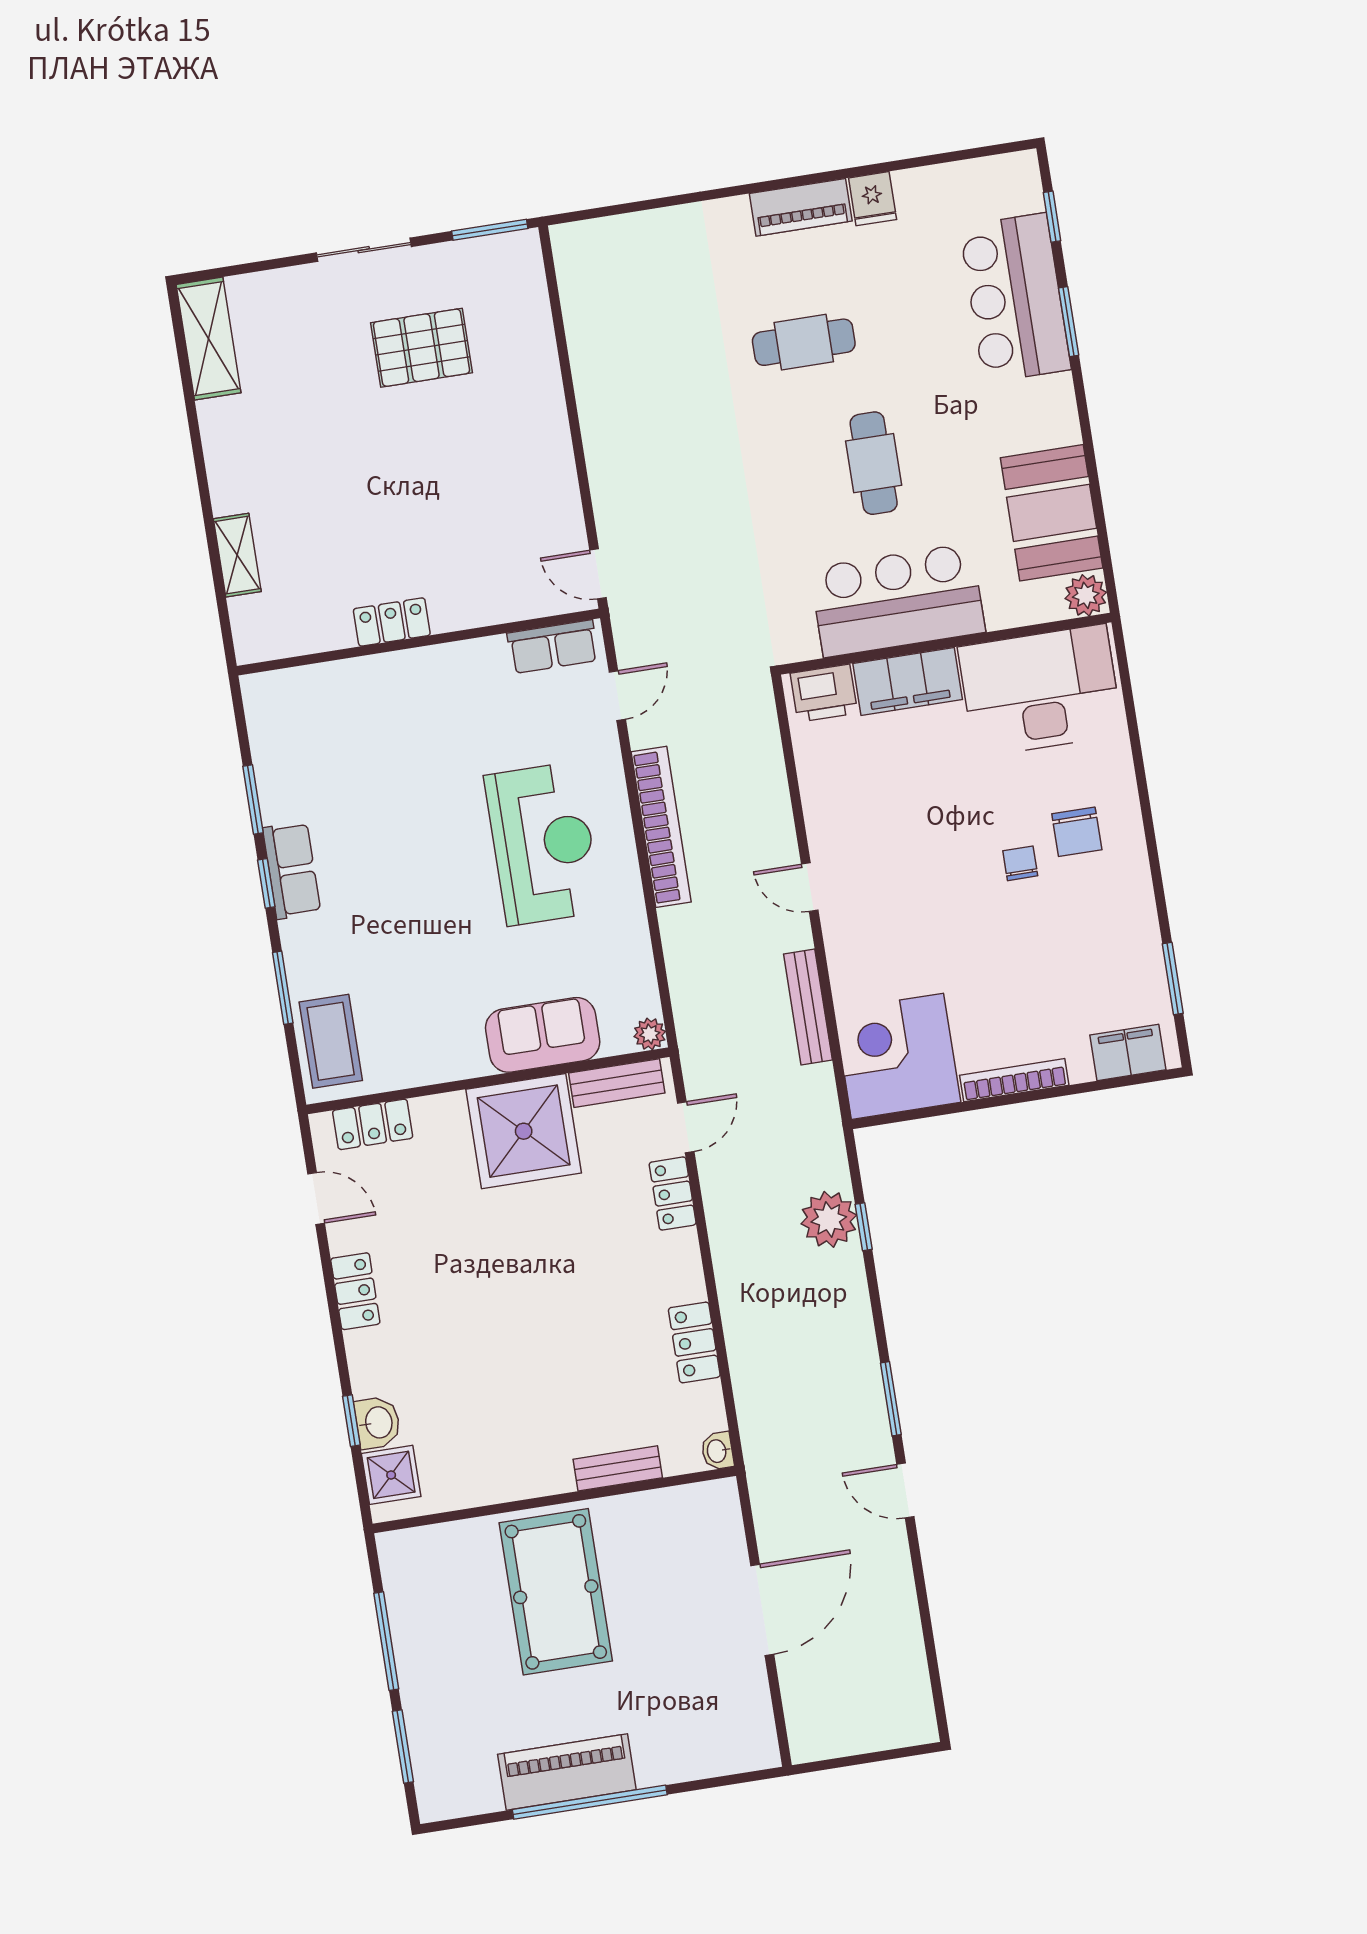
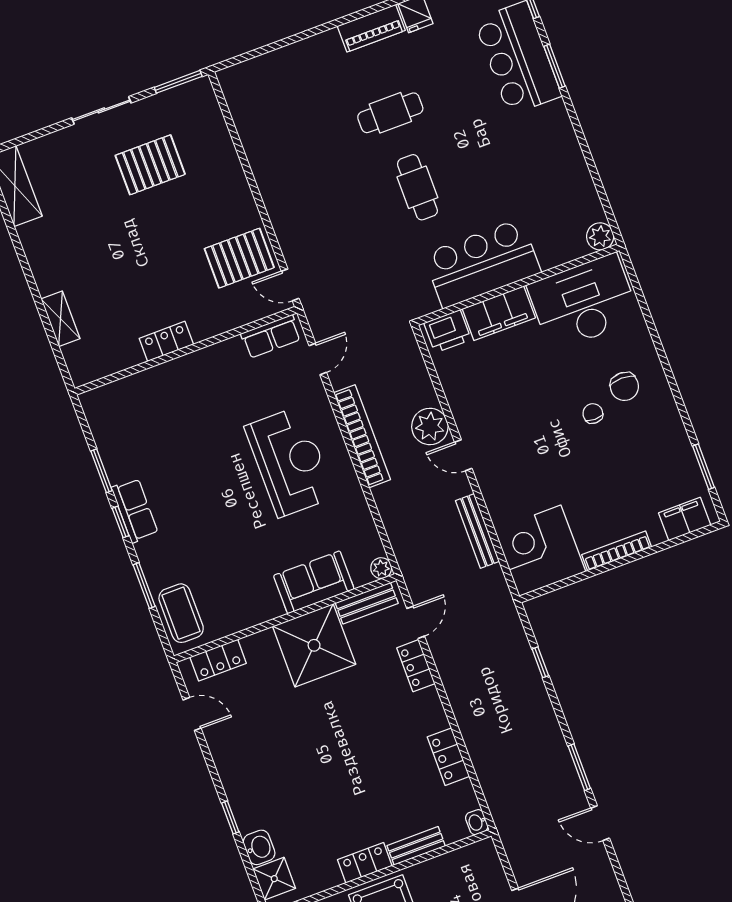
cafe table: (874, 463) -> (417, 187), moved
booth: (1052, 513) -> (568, 189), removed
pallet: (529, 517) -> (239, 258), added
plant: (829, 1219) -> (430, 426), moved
locker: (355, 1291) -> (365, 863), moved, turned -90
window: (351, 1421) -> (230, 817), moved

